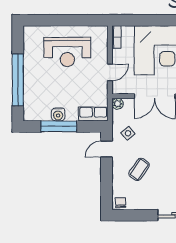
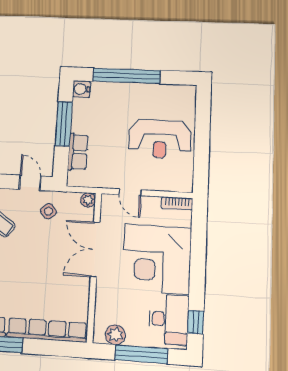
reception desk: (67, 52) -> (160, 139), turned -90
water cooler: (58, 114) -> (81, 89), moved
row of seats: (93, 114) -> (78, 152), moved

